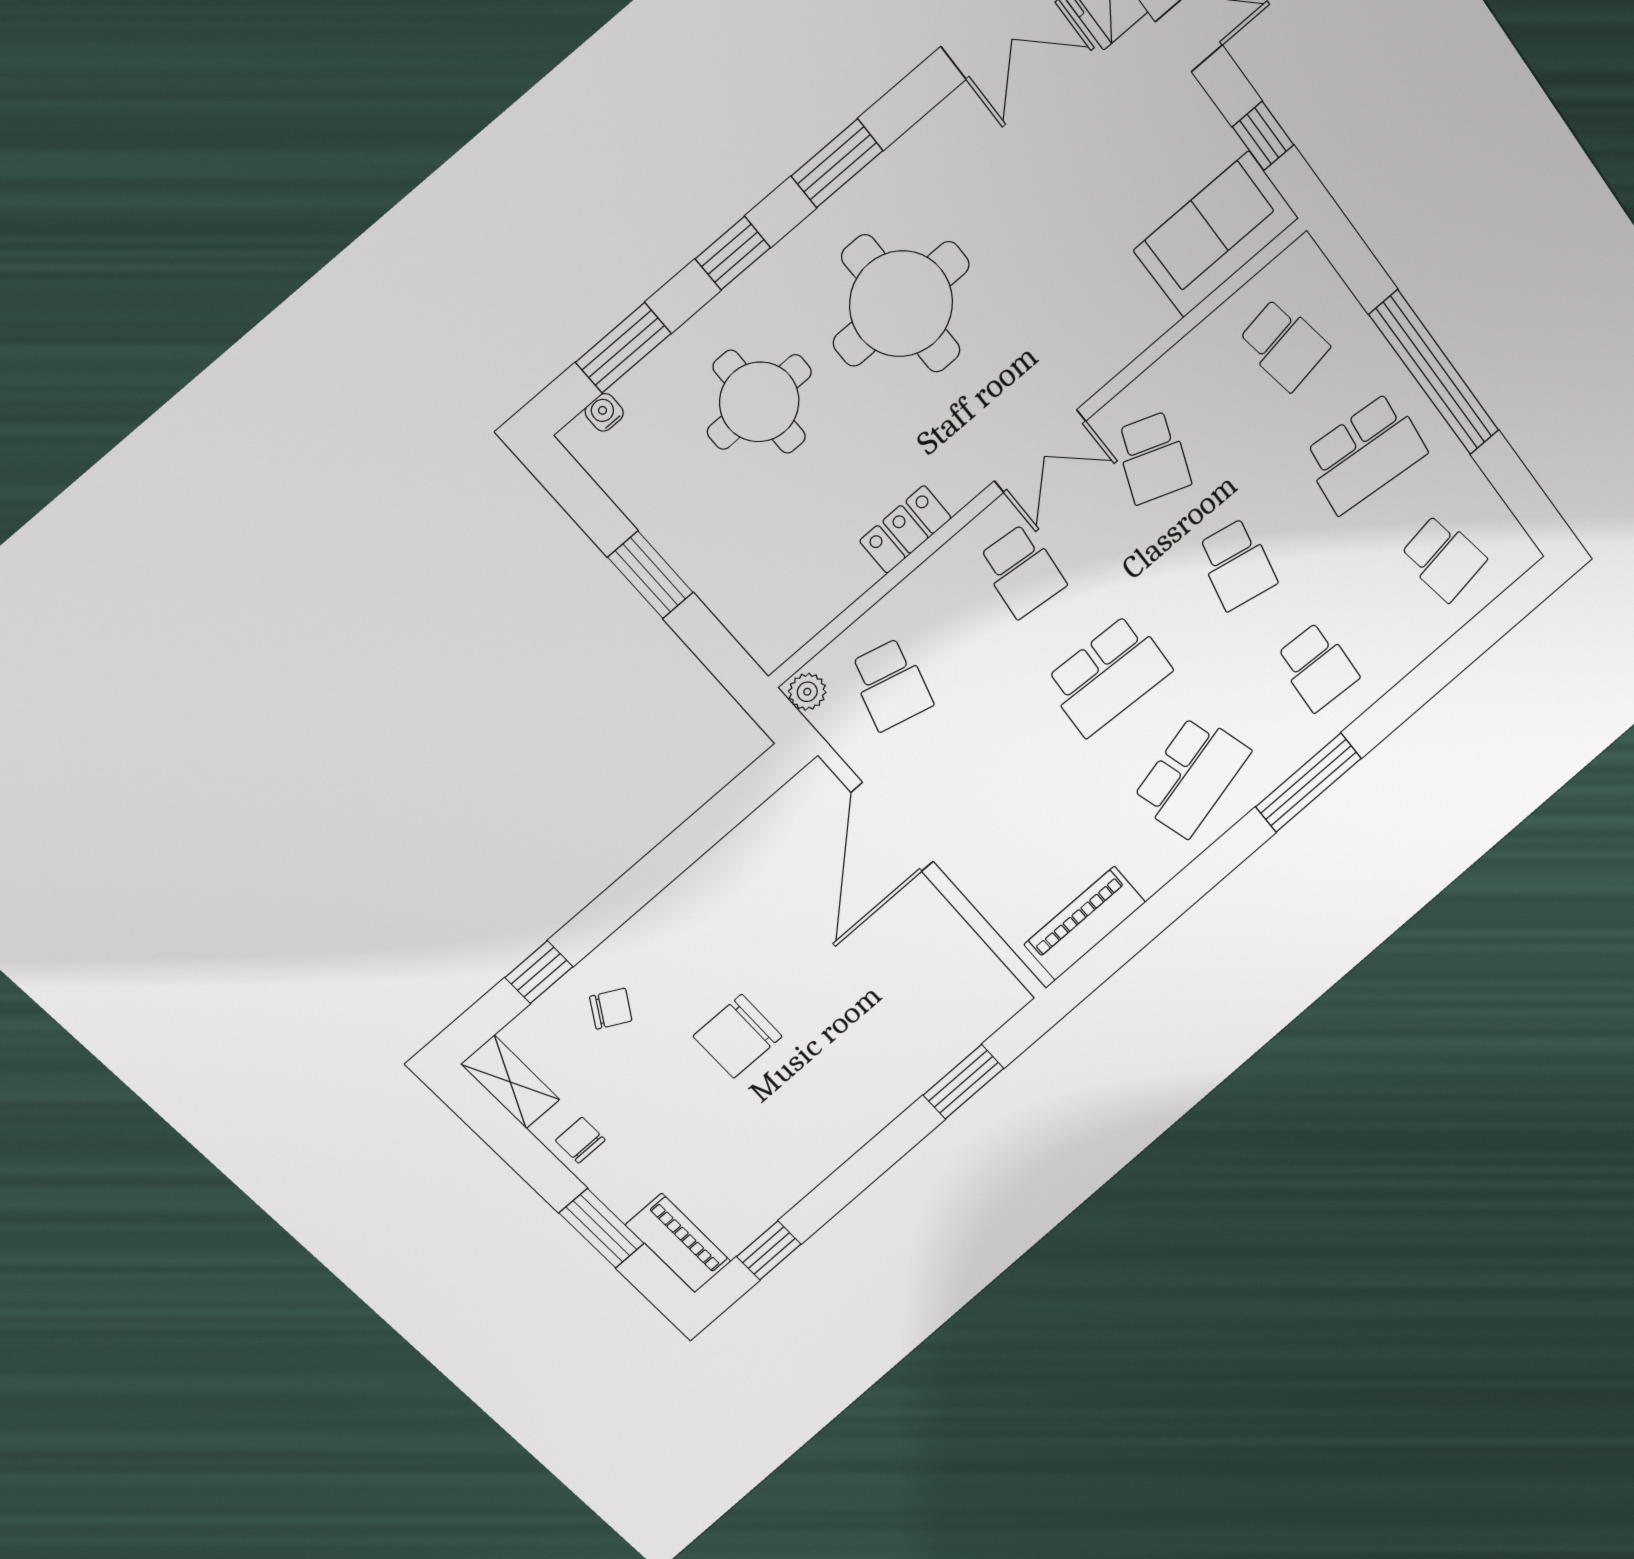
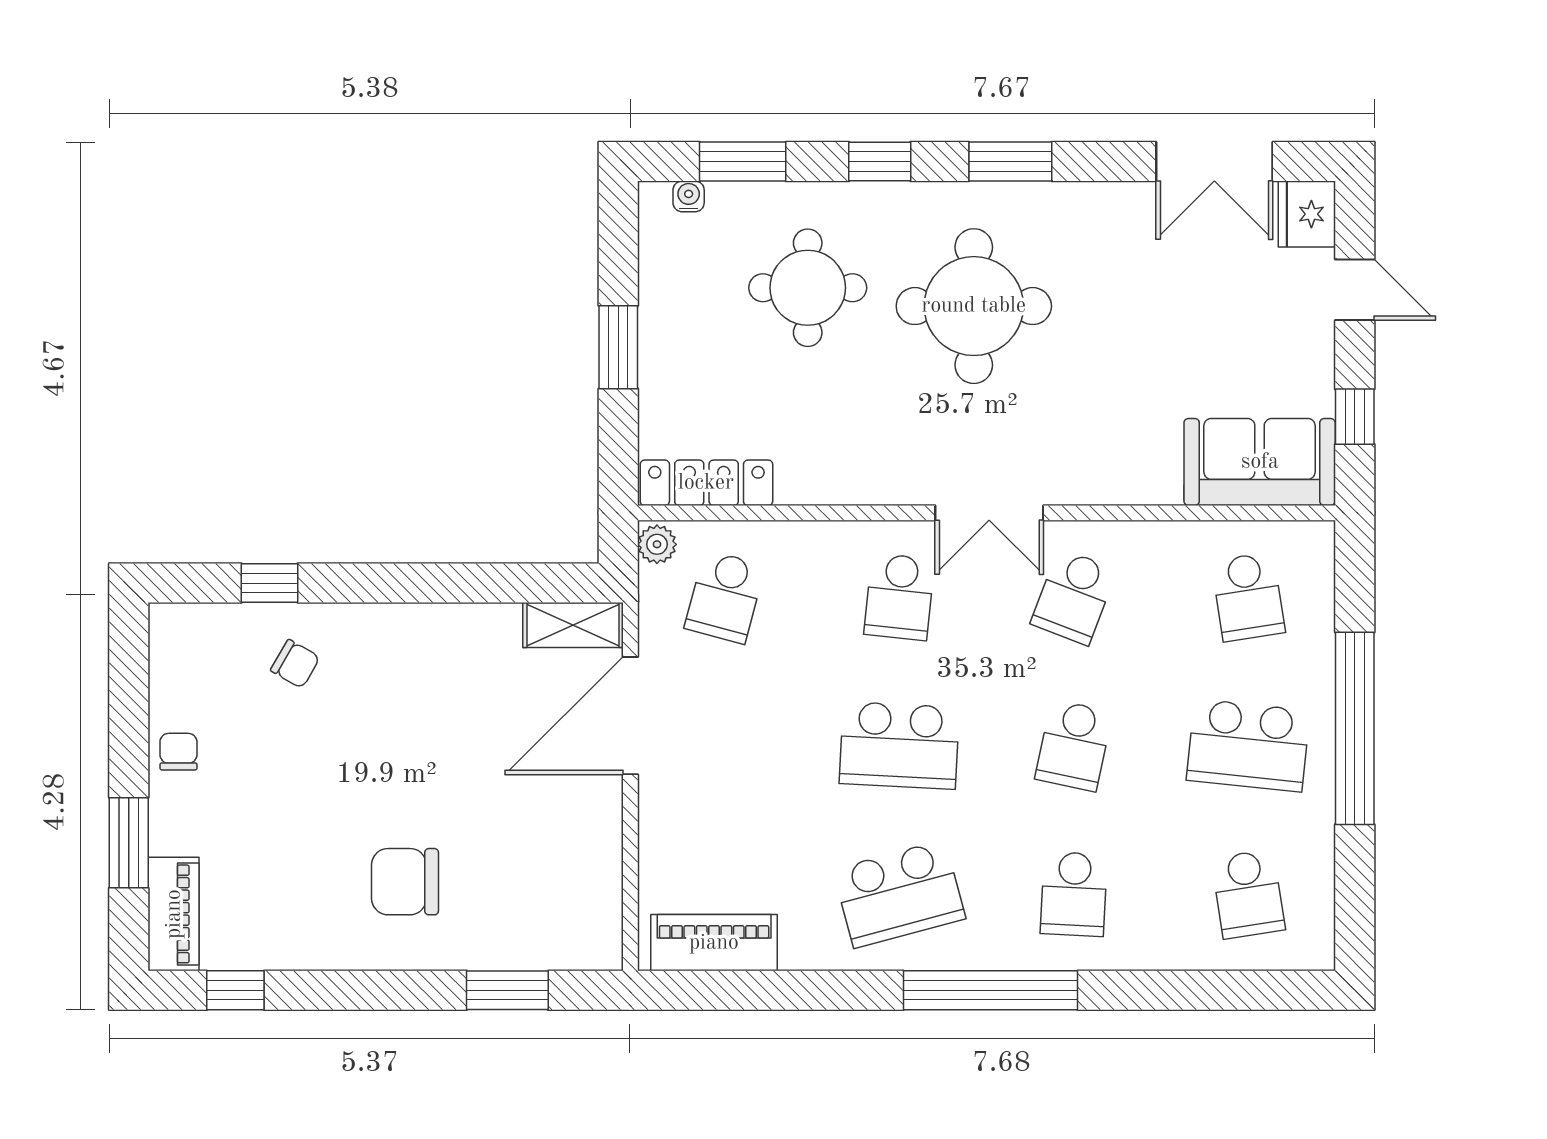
locker: (905, 529) -> (706, 483), moved, width x1.53
window: (1308, 783) -> (990, 990), width x1.46
chair: (738, 1036) -> (405, 882), moved
shelving: (510, 1082) -> (573, 625), moved, turned 90

